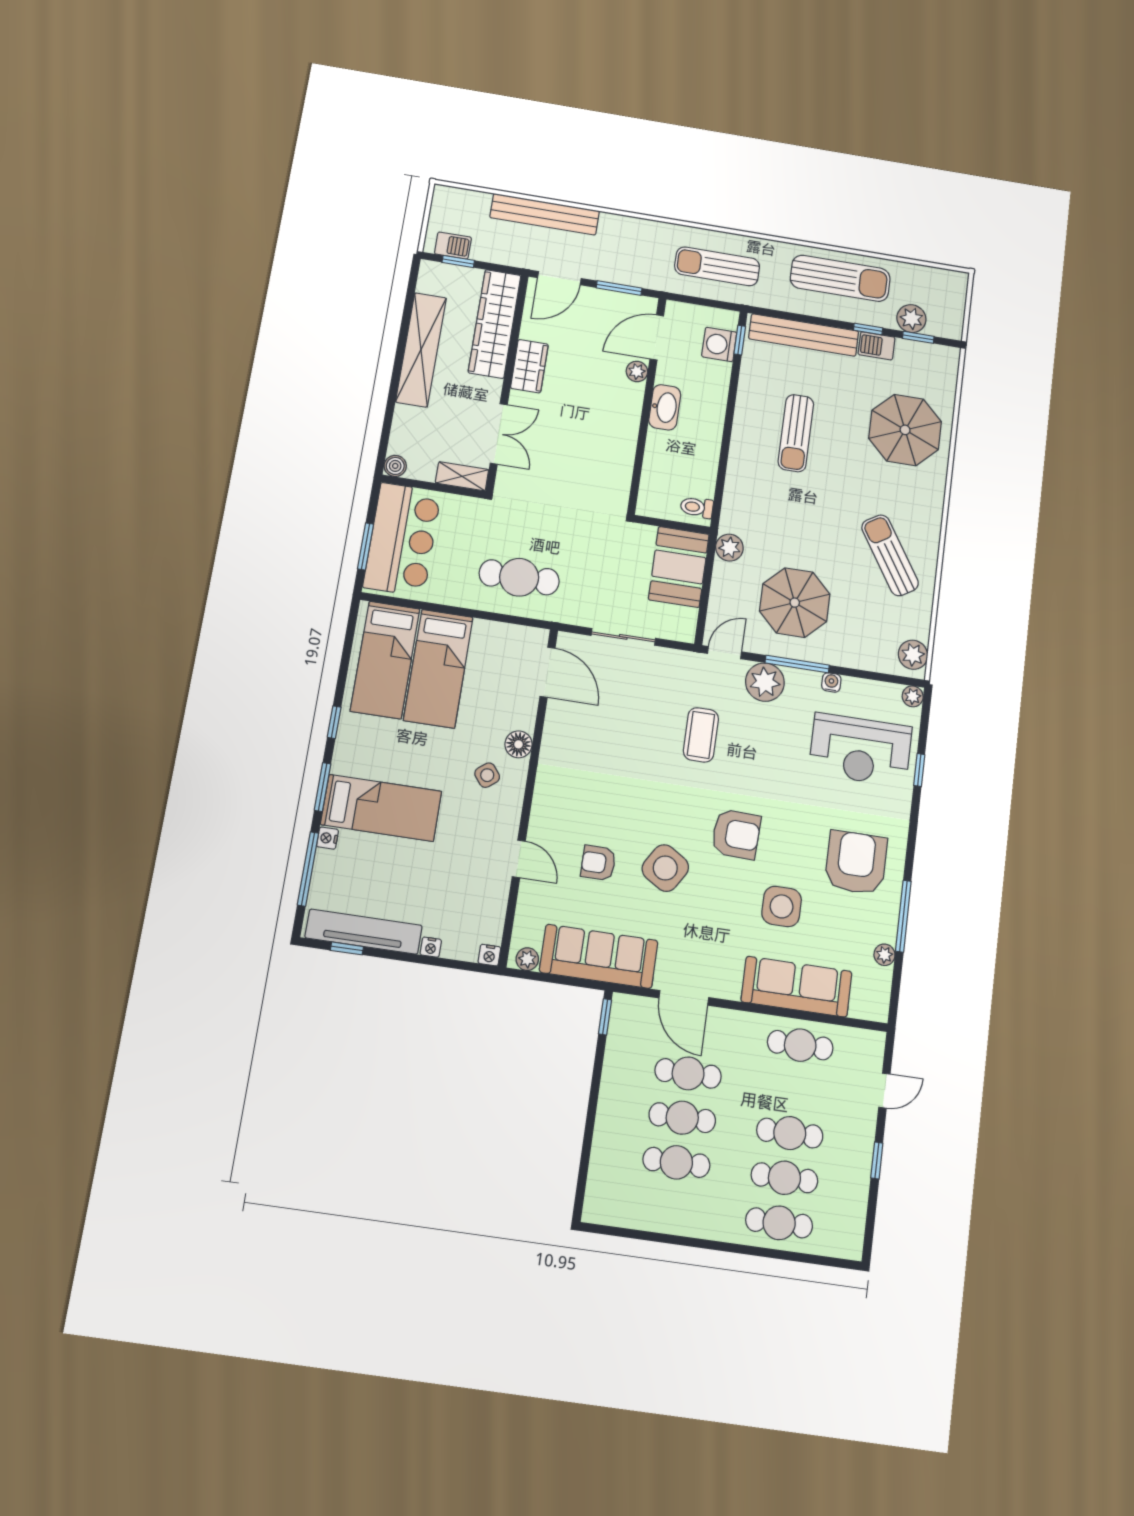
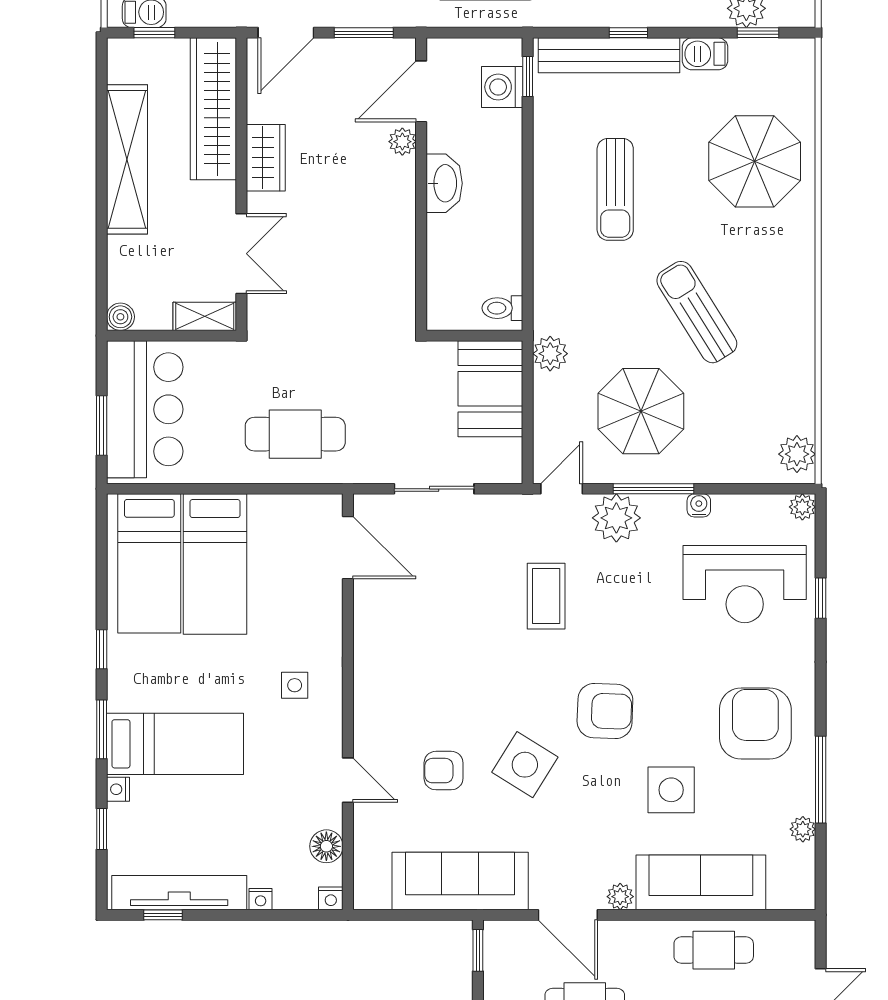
window: (868, 329) -> (628, 33), moved
sun lounger: (890, 555) -> (697, 312), moved
floor lamp: (519, 744) -> (326, 846), moved
side table: (487, 775) -> (295, 685), turned 38
window: (308, 869) -> (102, 829), width x0.46
plant: (527, 959) -> (620, 897), moved

